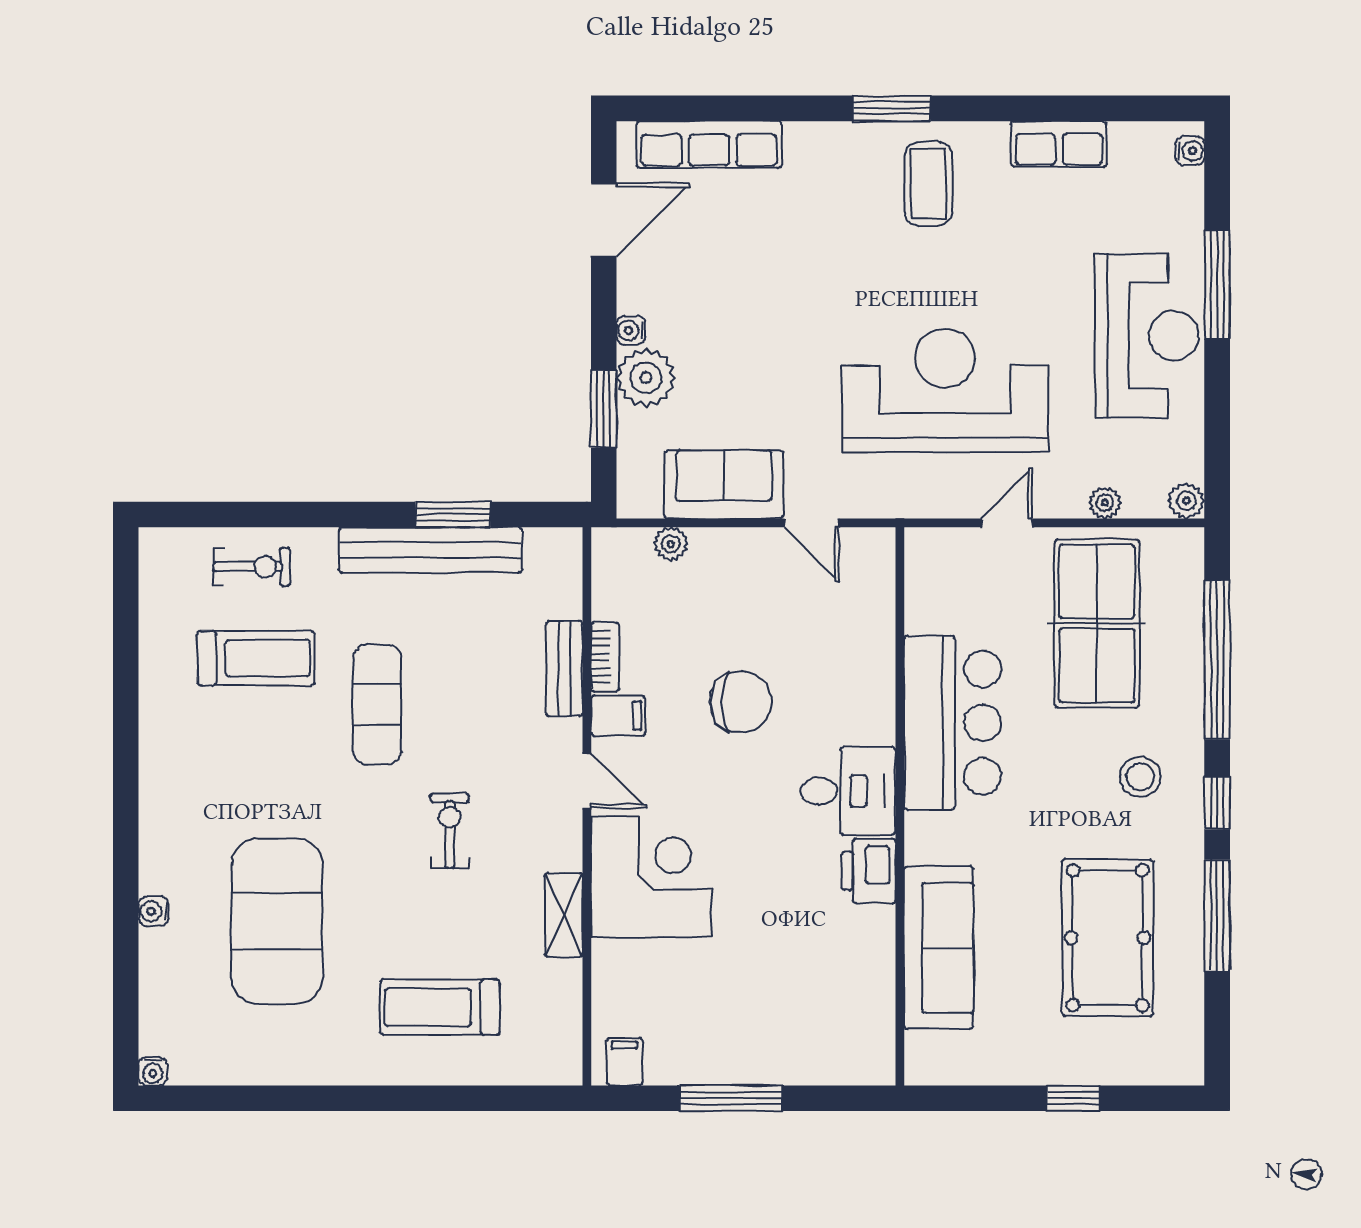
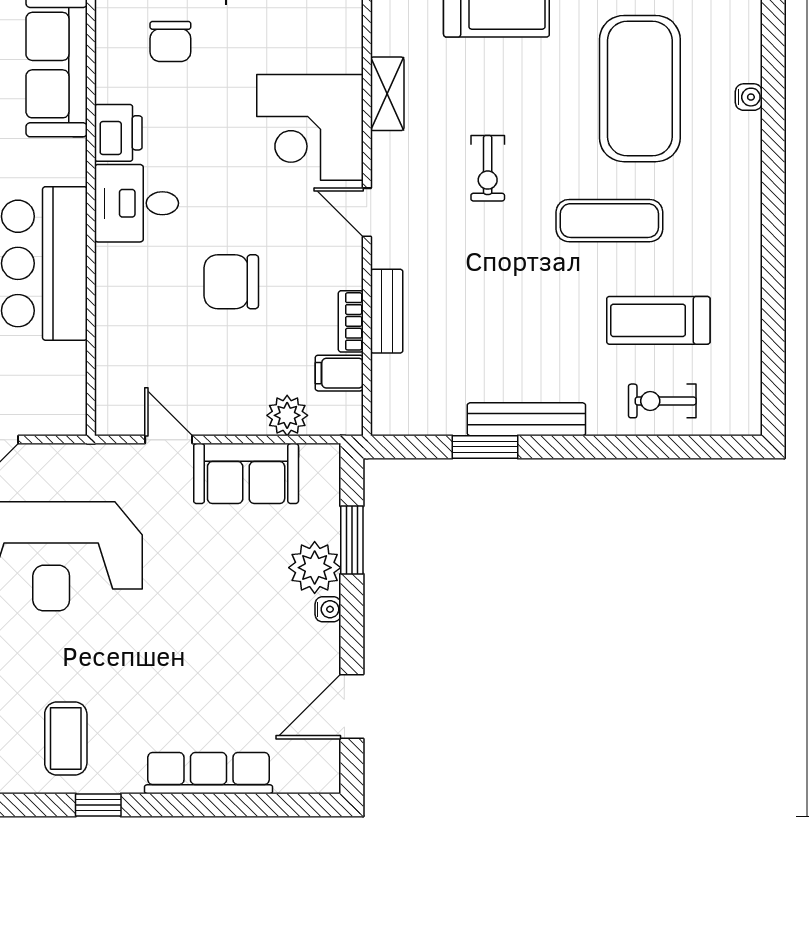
window: (892, 108) -> (98, 805), width x0.67
row of seats: (709, 144) -> (208, 773), moved
plant: (671, 544) -> (287, 415), width x1.38, depth x1.38
bench: (430, 550) -> (526, 419), width x0.73, depth x0.82
exercise mat: (377, 705) -> (609, 221), moved, turned 90
filing cabinet: (618, 716) -> (339, 373), moved
chair: (810, 974) -> (170, 42), added

